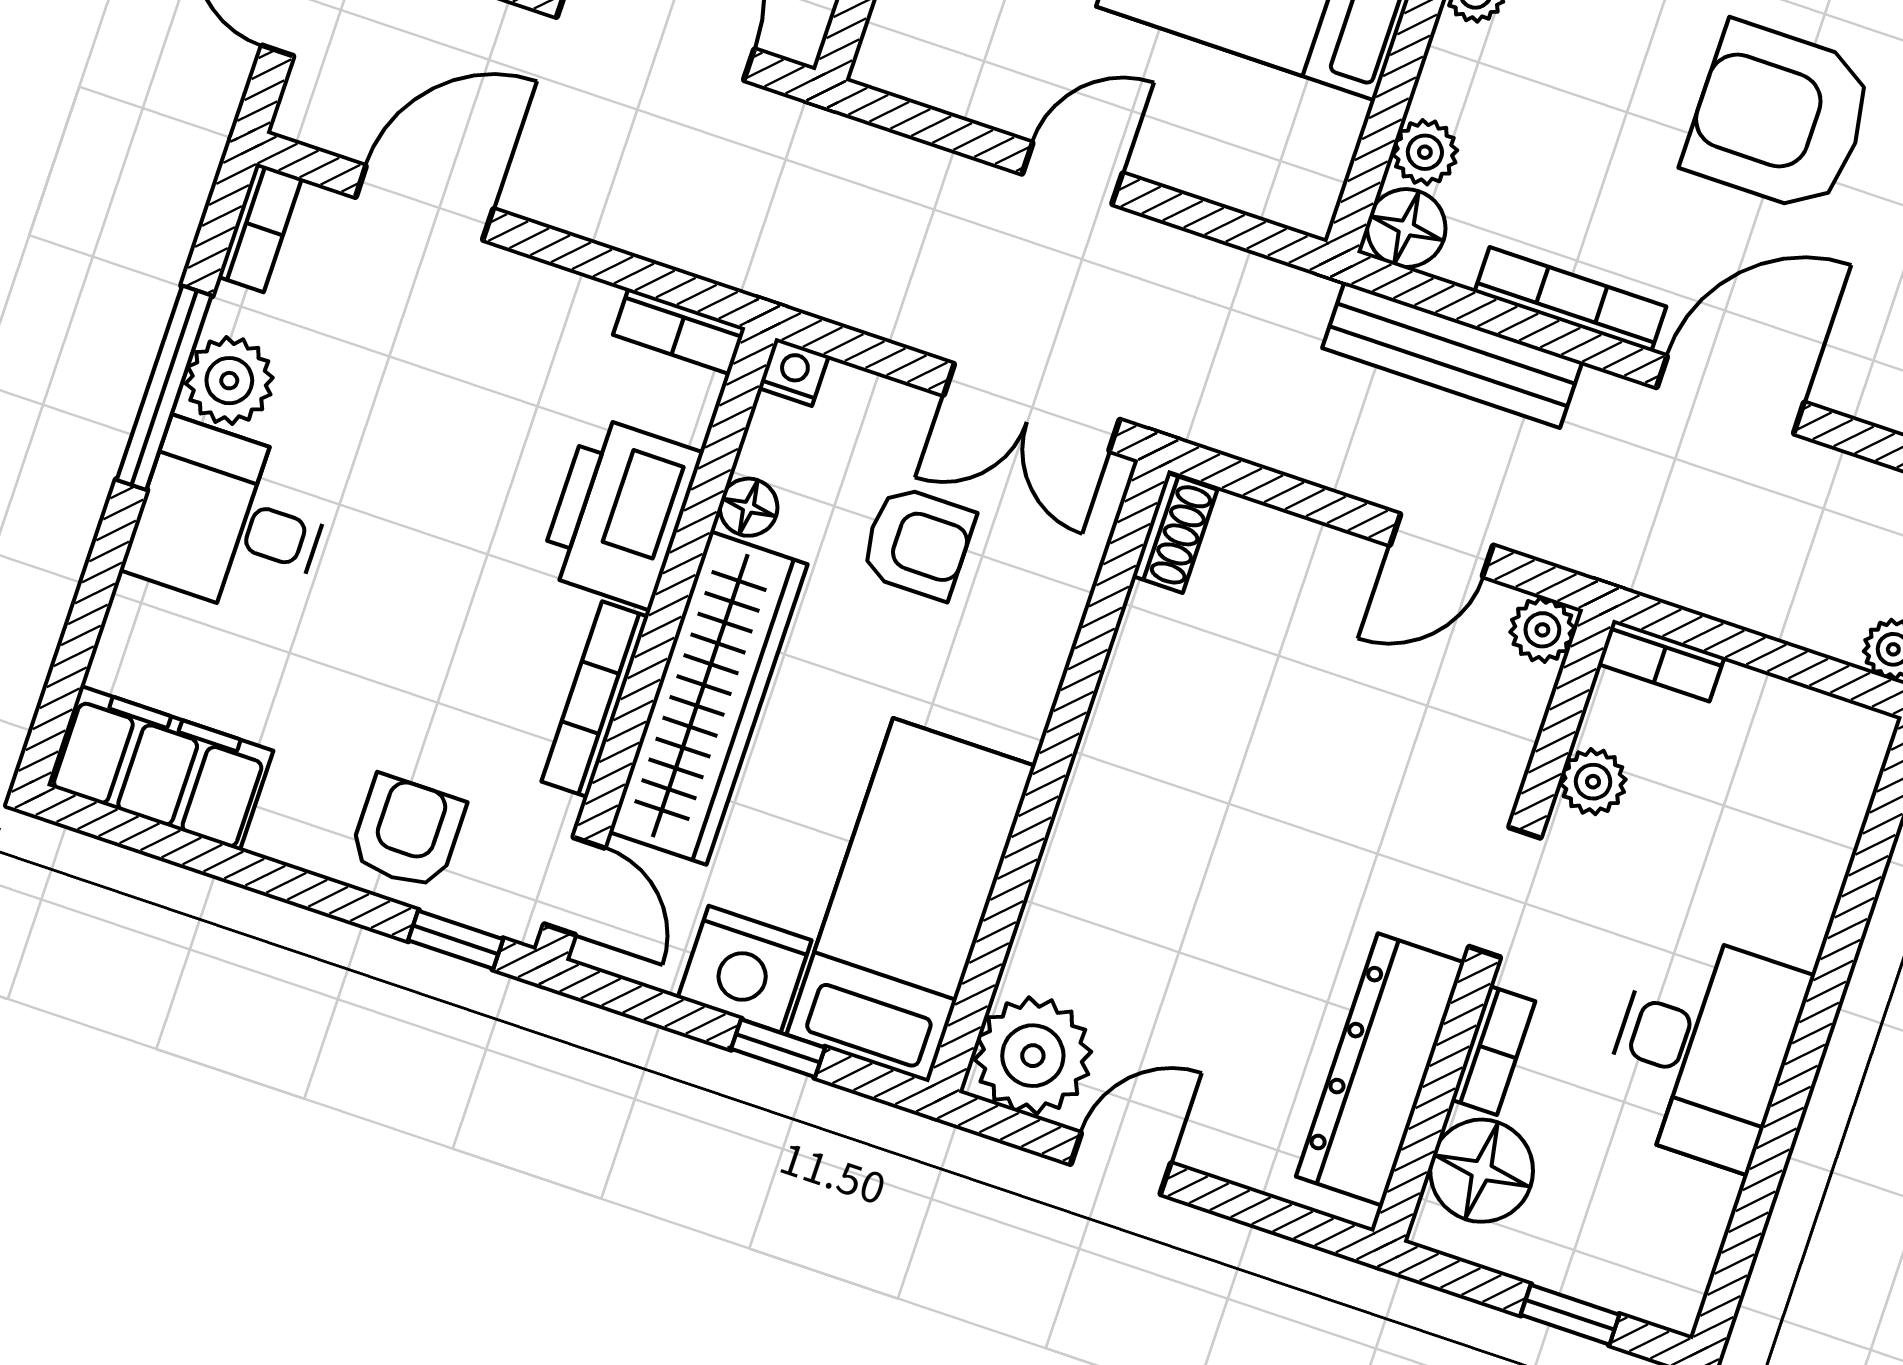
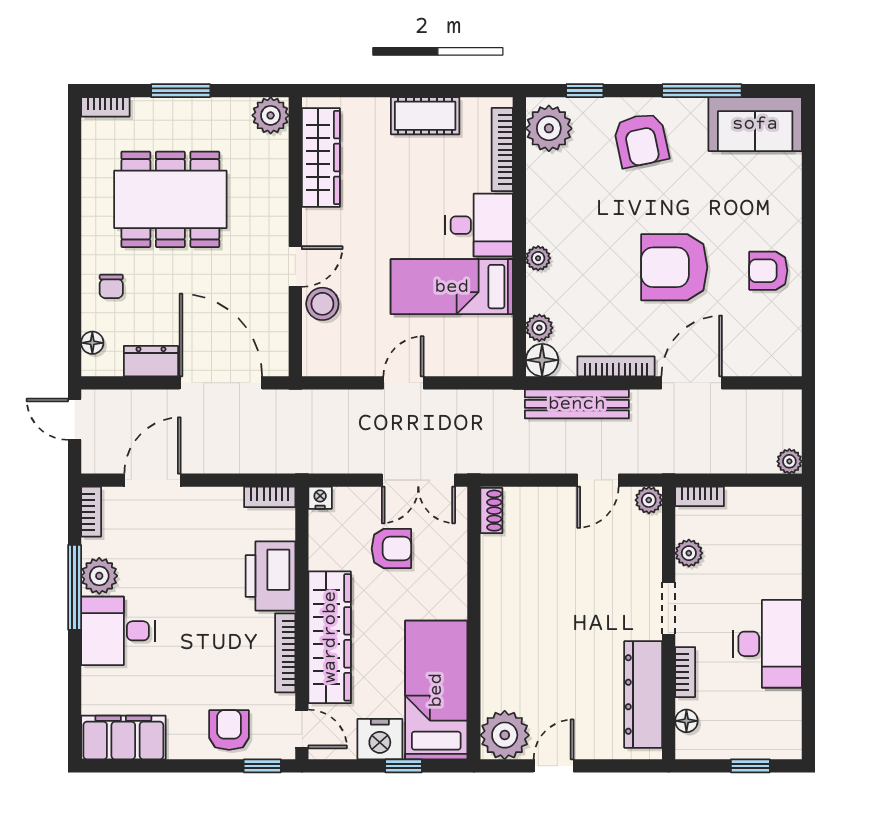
floor lamp: (749, 507) -> (320, 557), removed
floor lamp: (1482, 1171) -> (686, 721), width x0.53, depth x0.53

